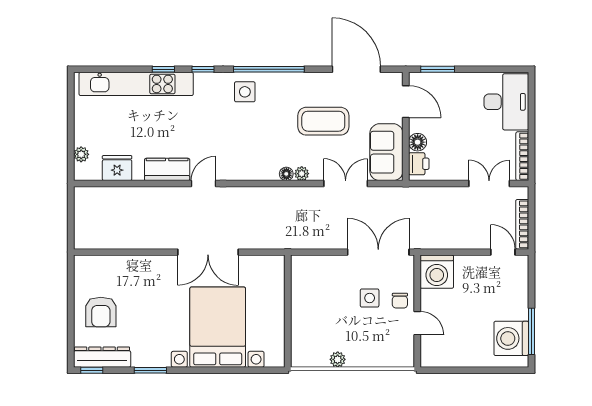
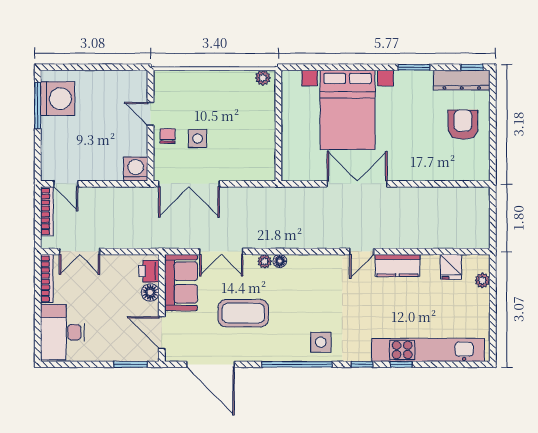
fridge: (117, 168) -> (451, 267), width x0.72
washing machine: (437, 272) -> (136, 169), width x0.73, depth x0.73
plant: (338, 359) -> (263, 78), moved

